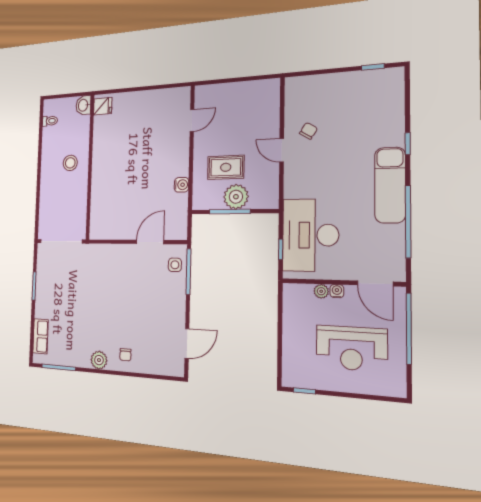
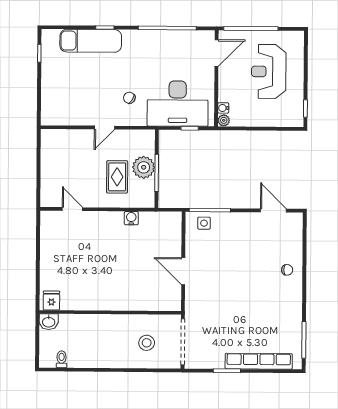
chair: (308, 131) -> (129, 98), moved
stool: (70, 163) -> (147, 343), moved
exam couch: (390, 185) -> (91, 41), moved
door: (150, 242) -> (183, 271), moved
plant: (321, 291) -> (224, 120), moved
water cooler: (337, 291) -> (223, 108), moved
row of seats: (40, 336) -> (259, 361), width x2.02
reception desk: (351, 348) -> (269, 71), turned 180
plant: (99, 360) -> (294, 297), removed

